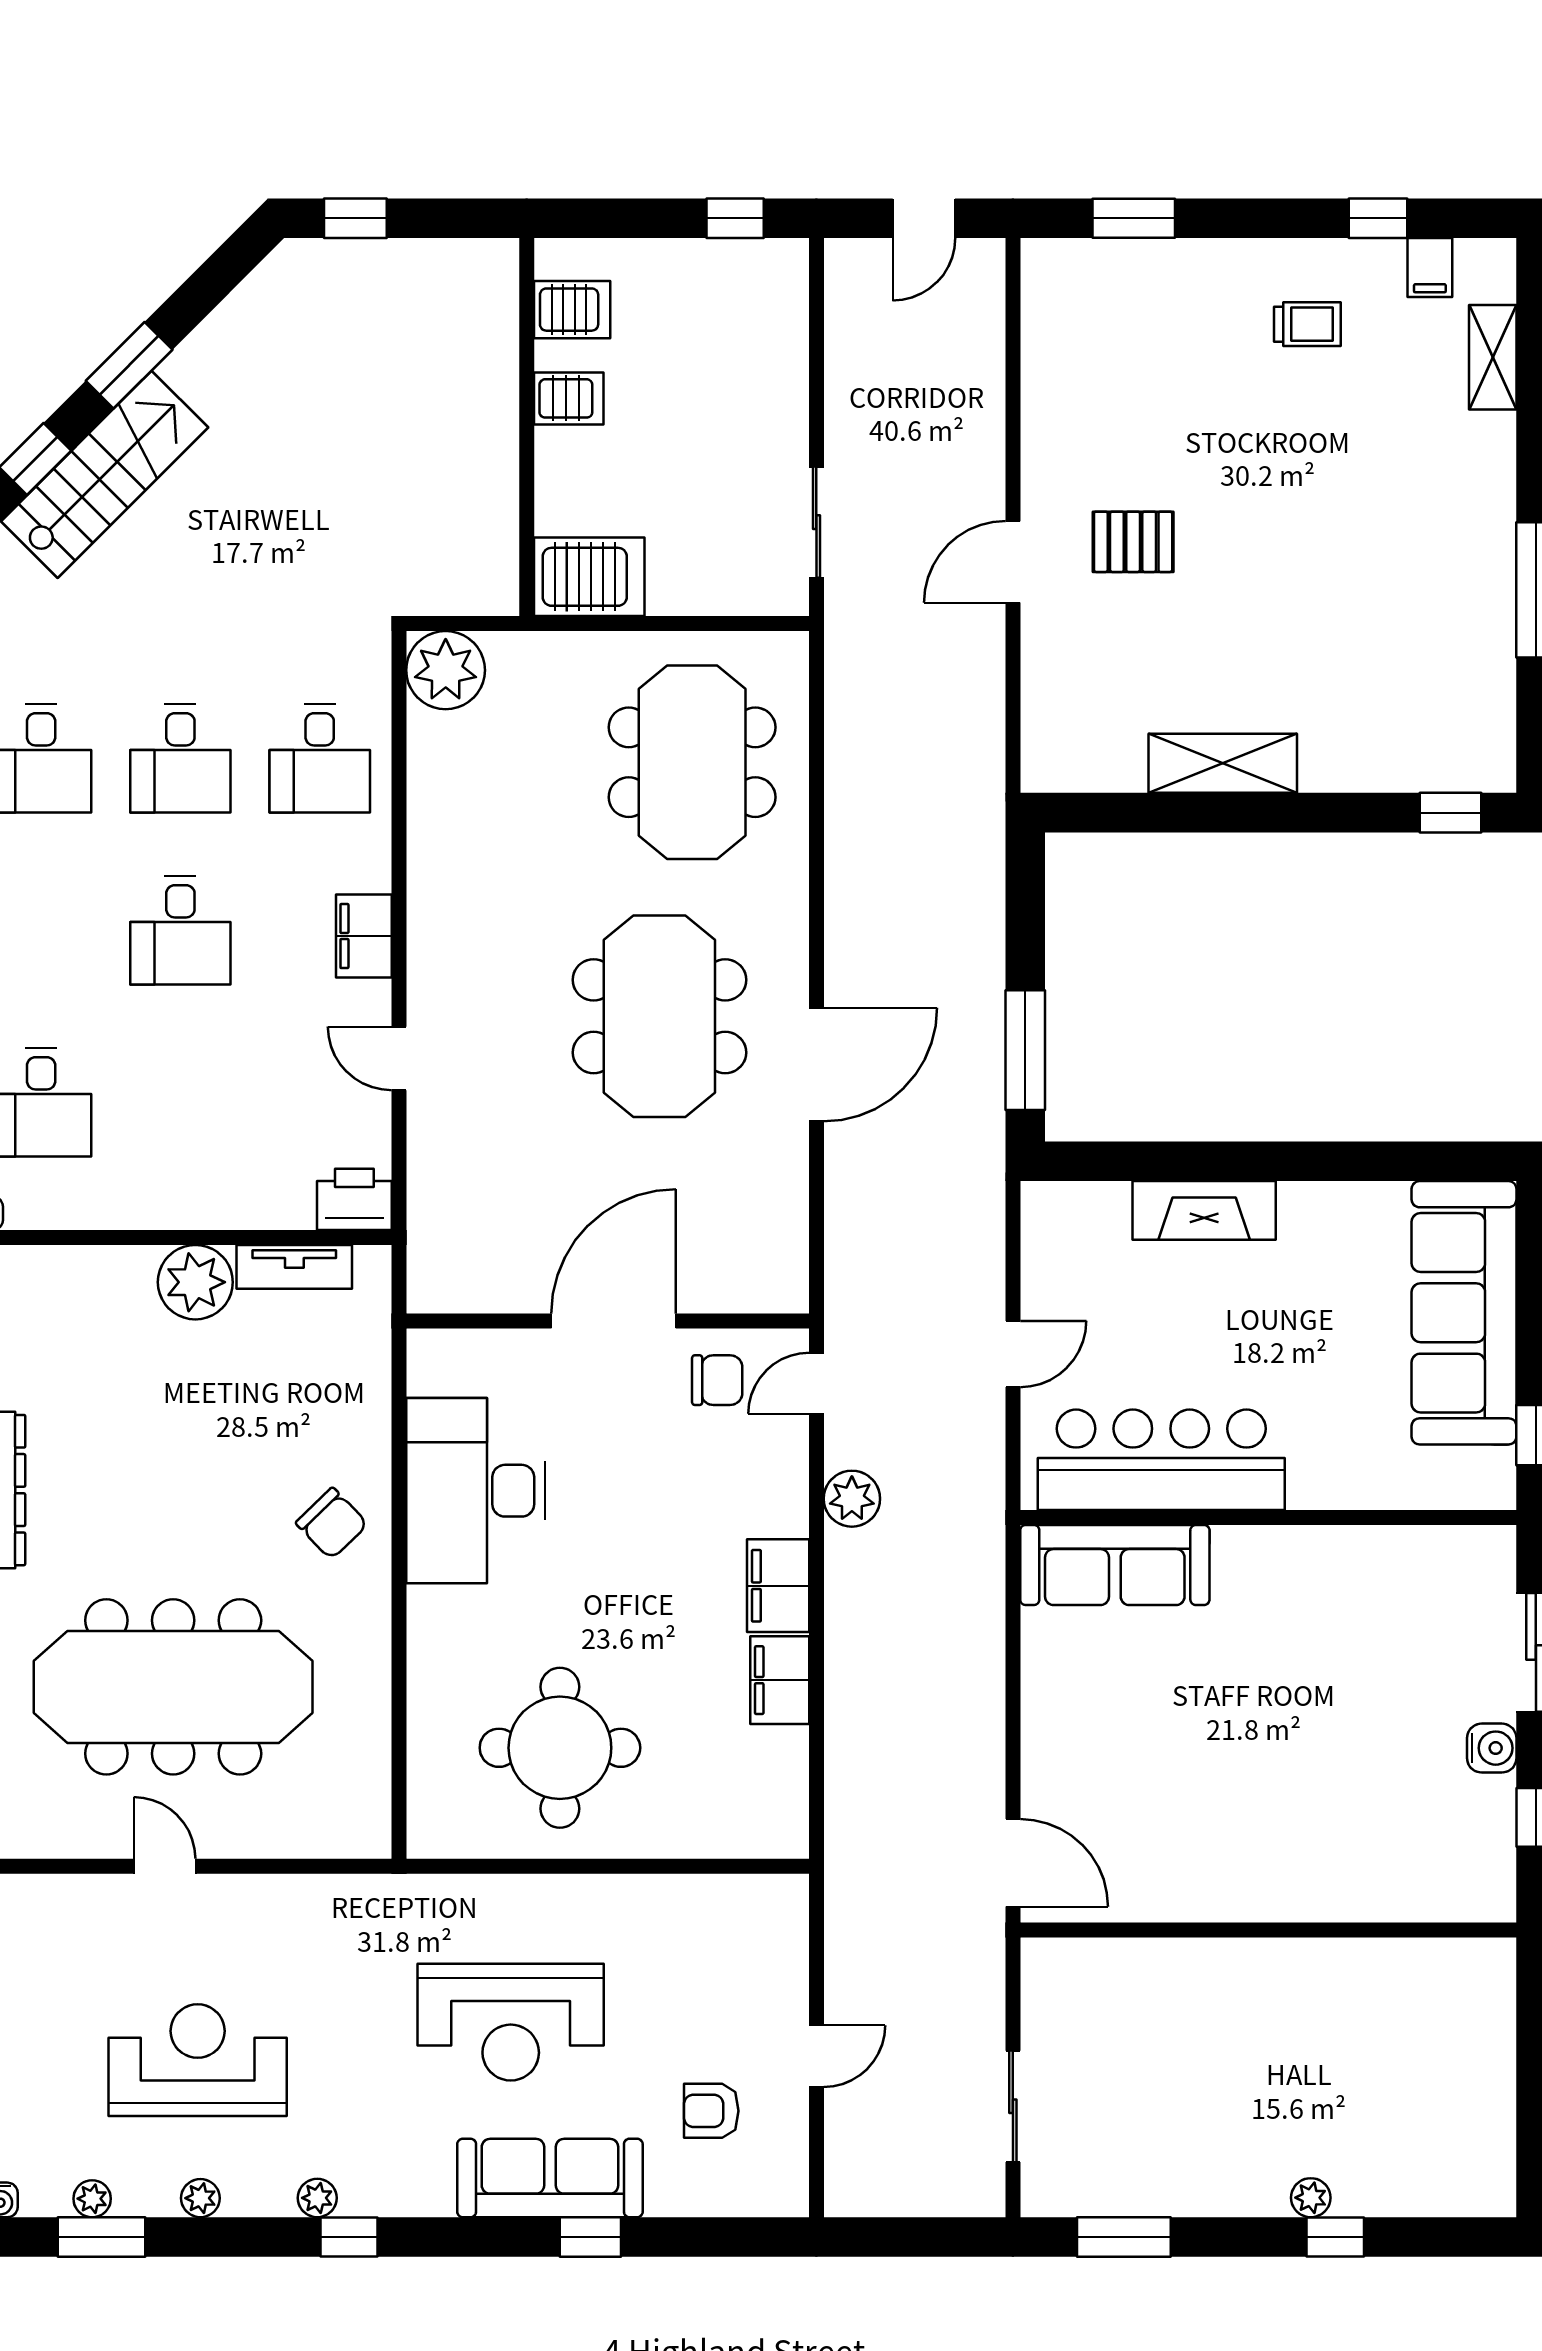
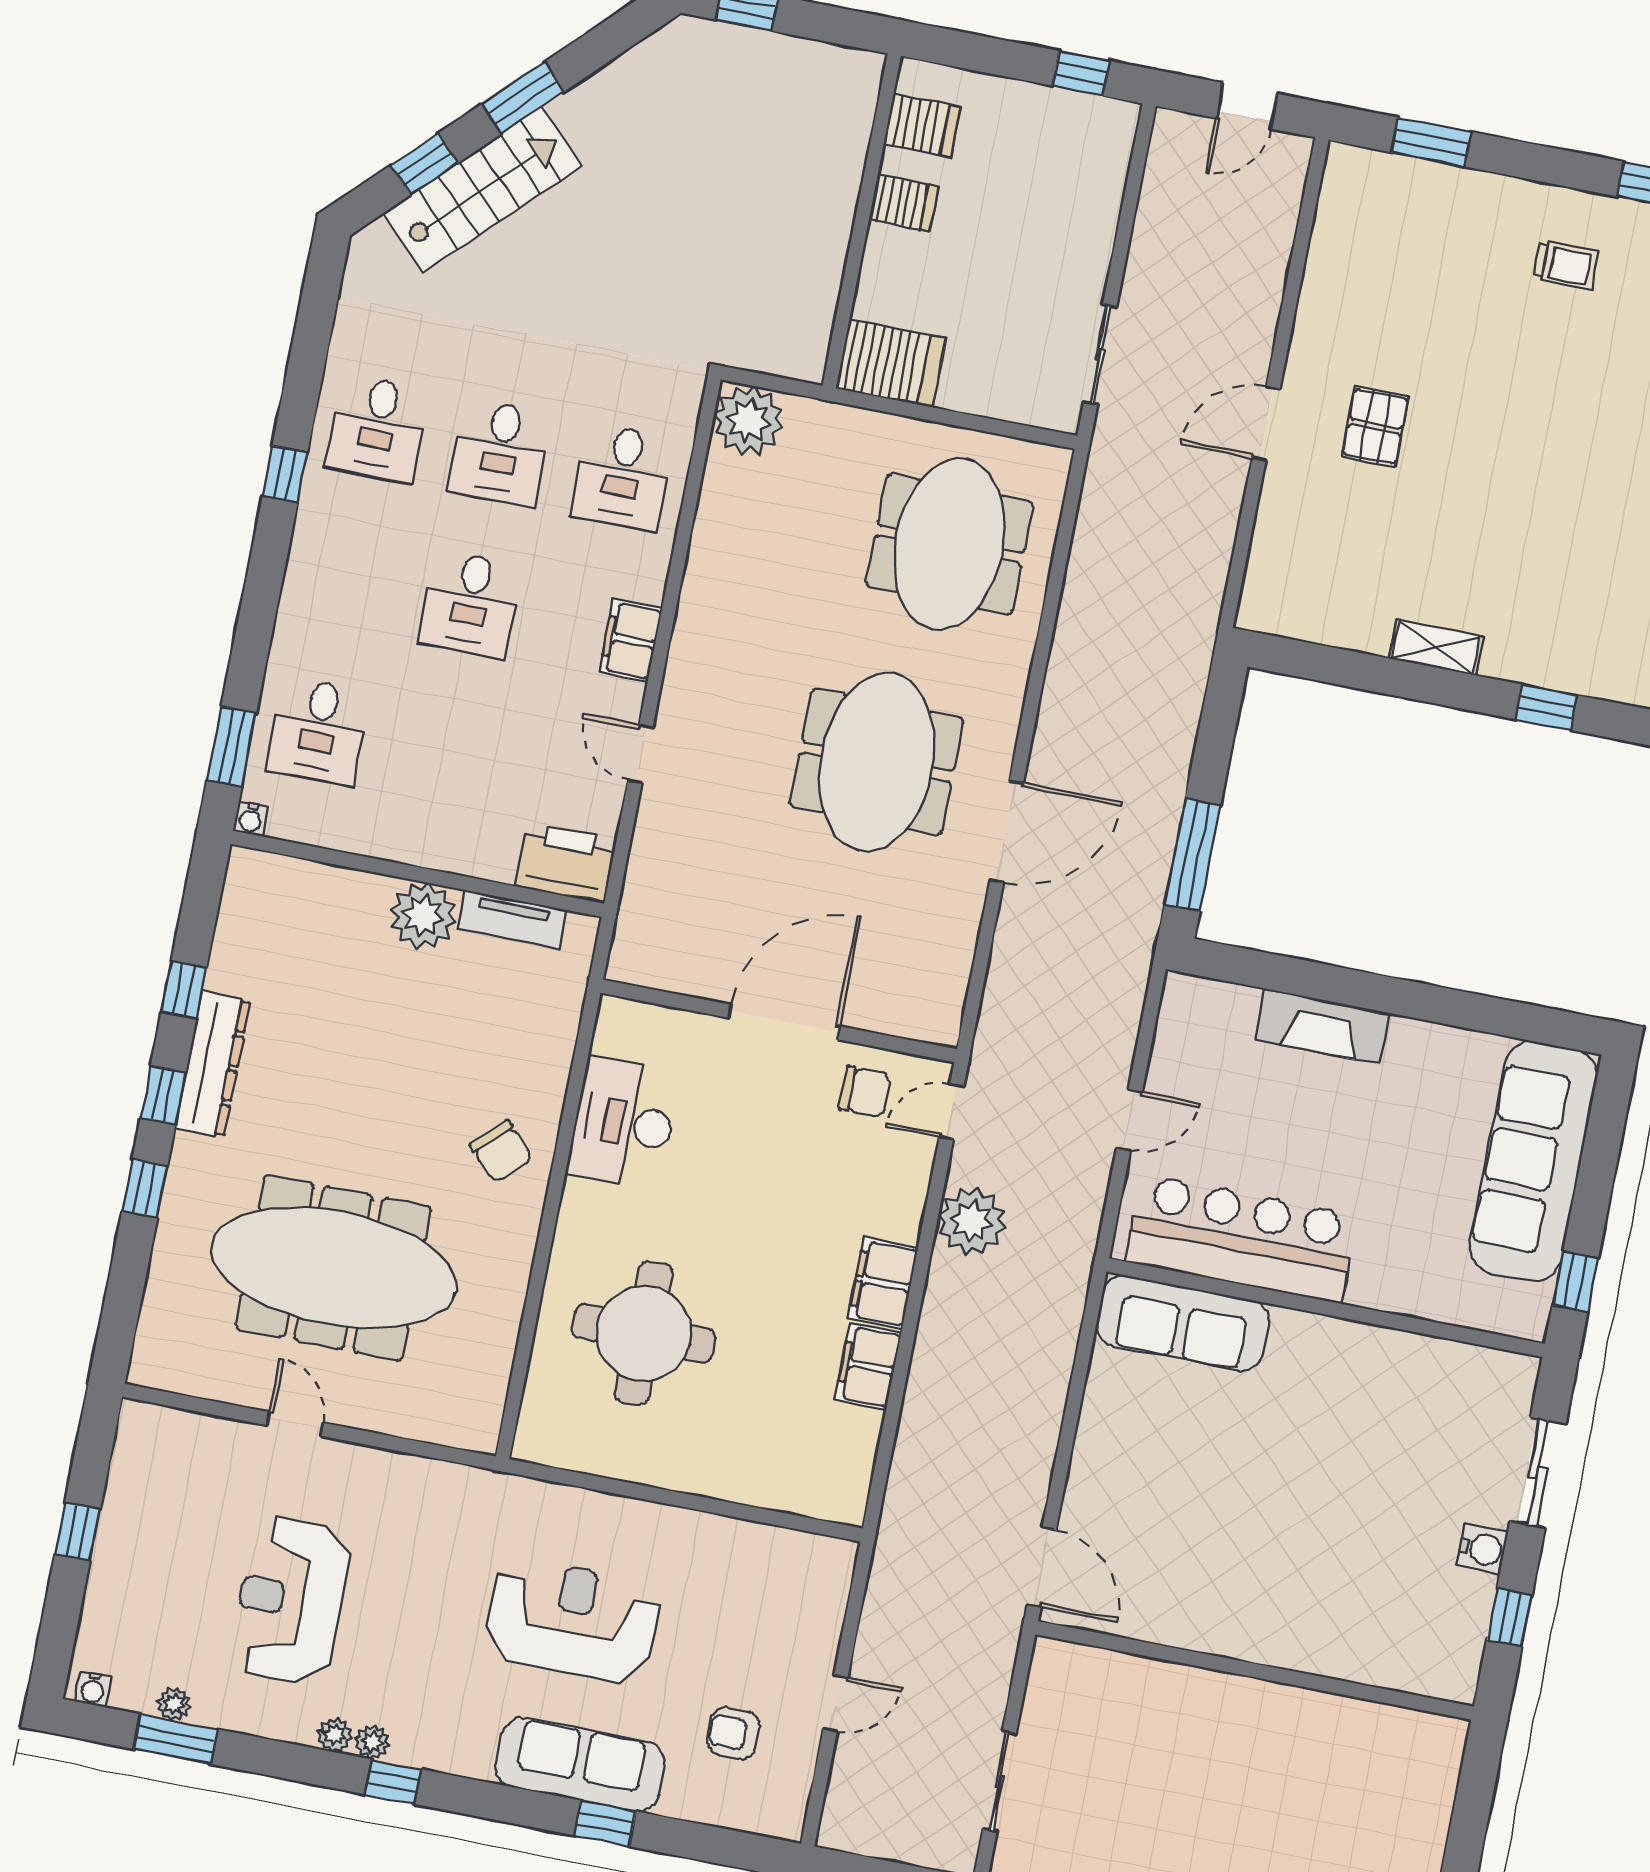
pallet: (1133, 542) -> (1375, 426), turned 90
shelving: (1223, 763) -> (1436, 647), width x0.67, depth x0.75
window: (1451, 813) -> (1546, 707), moved
printer: (354, 1199) -> (566, 863), width x1.37, depth x1.19
desk: (476, 1491) -> (624, 1123), width x0.73, depth x0.77
plant: (852, 1499) -> (972, 1221), width x1.36, depth x1.36
round table: (560, 1748) -> (644, 1333), moved
reception desk: (511, 2022) -> (572, 1621), turned 180
reception desk: (198, 2060) -> (291, 1600), turned -90
plant: (200, 2198) -> (335, 1735), moved

